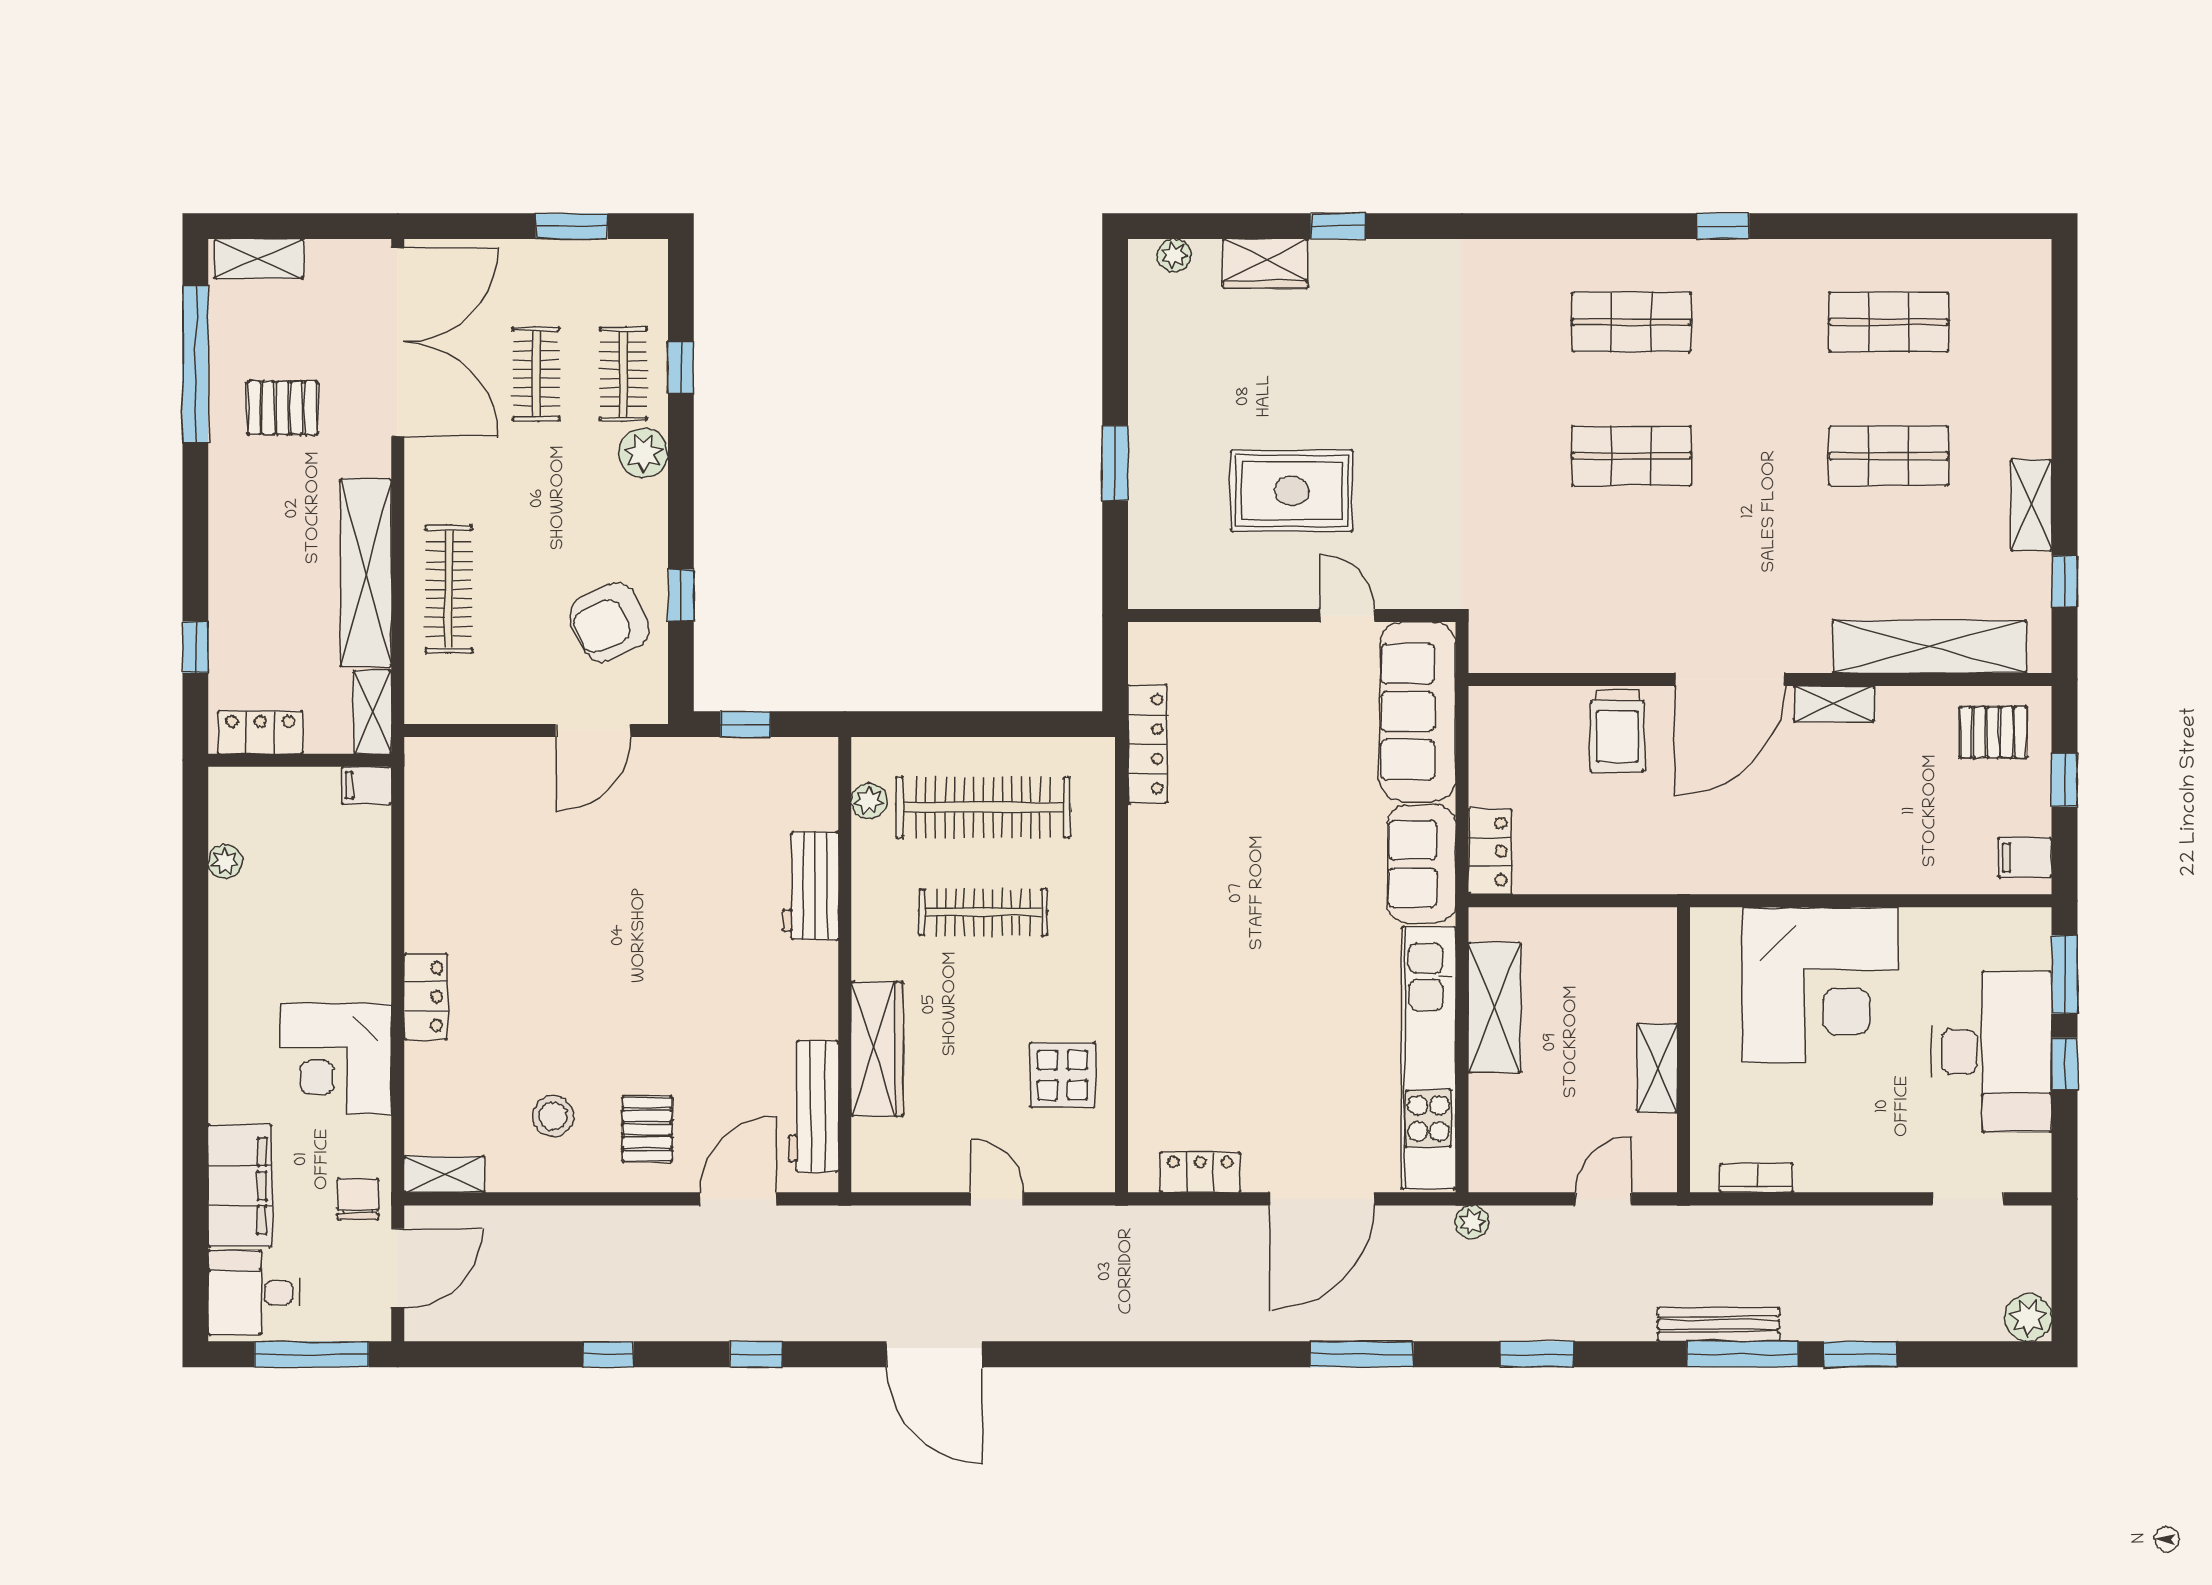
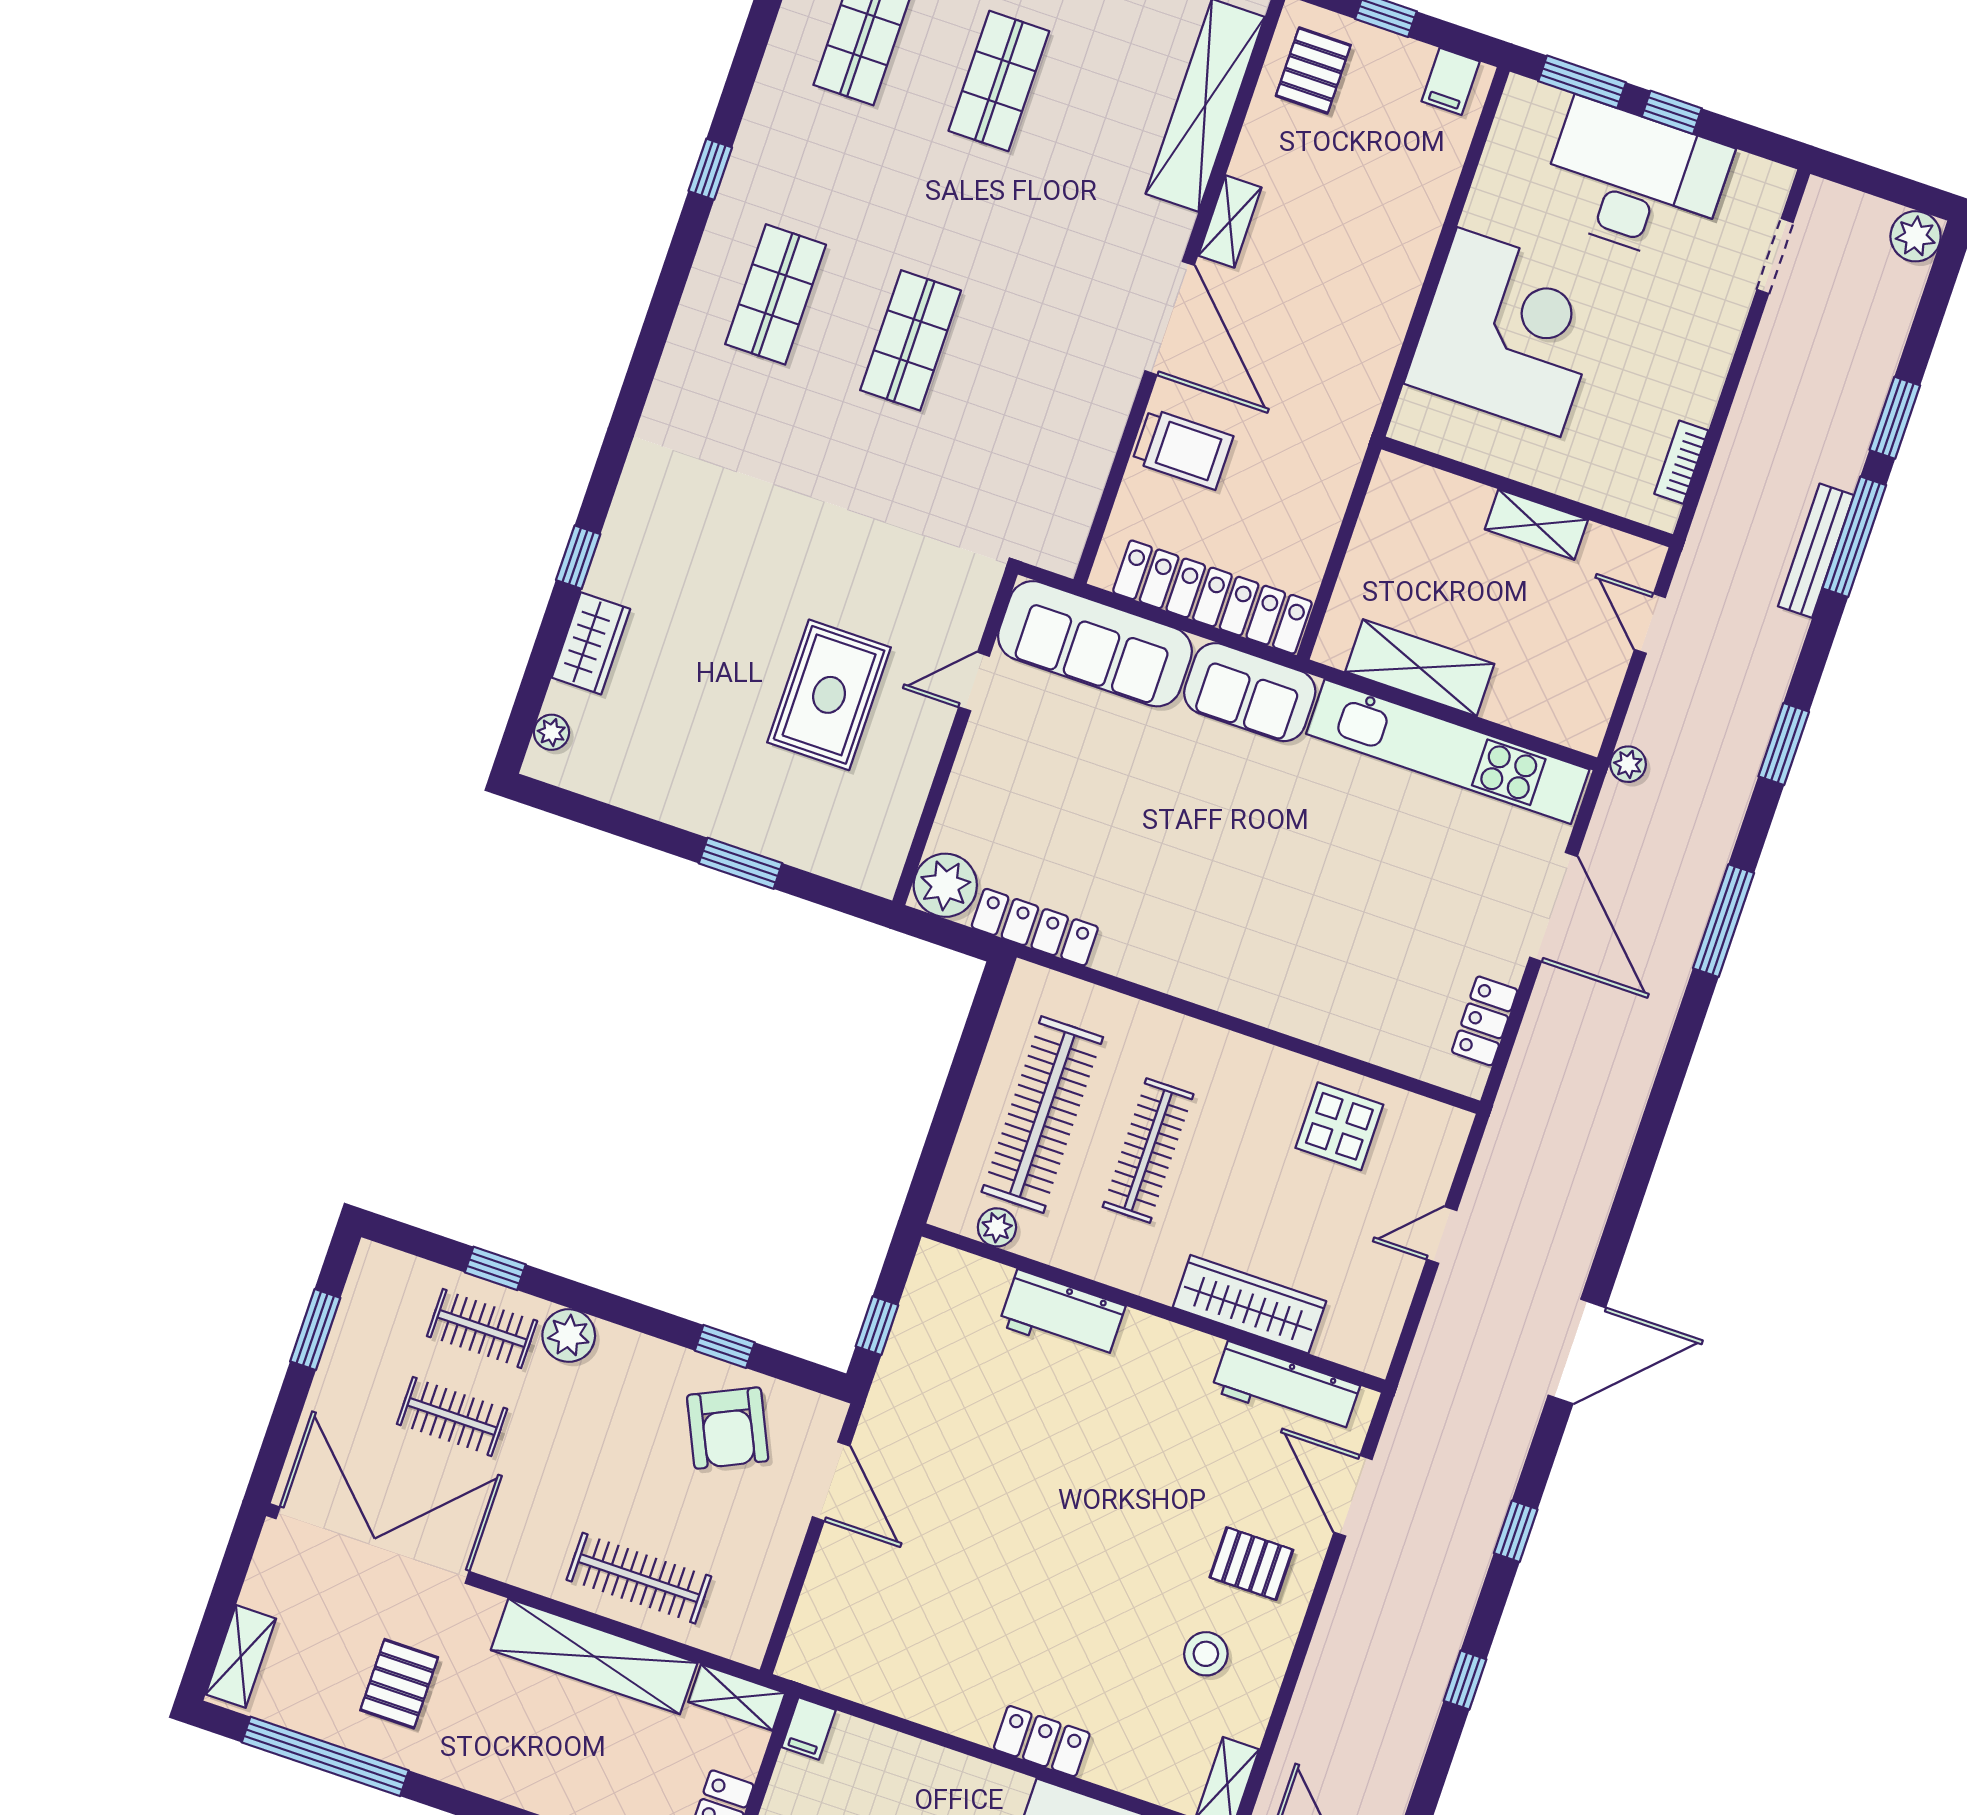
plant: (1158, 652) -> (945, 885), added
locker: (1490, 852) -> (1212, 597), width x2.16, depth x1.21

